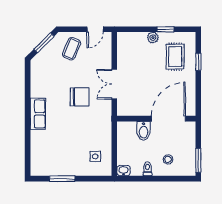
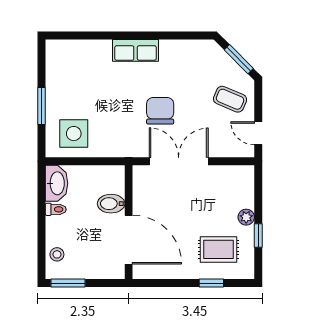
double door: (114, 84) -> (179, 161), width x1.37
chair: (80, 97) -> (160, 111), turned 180
side table: (95, 156) -> (74, 134), width x1.87, depth x1.87
stool: (168, 159) -> (57, 254), moved
washbasin: (124, 171) -> (57, 183), width x1.91, depth x1.45
window: (62, 179) -> (42, 106), moved

